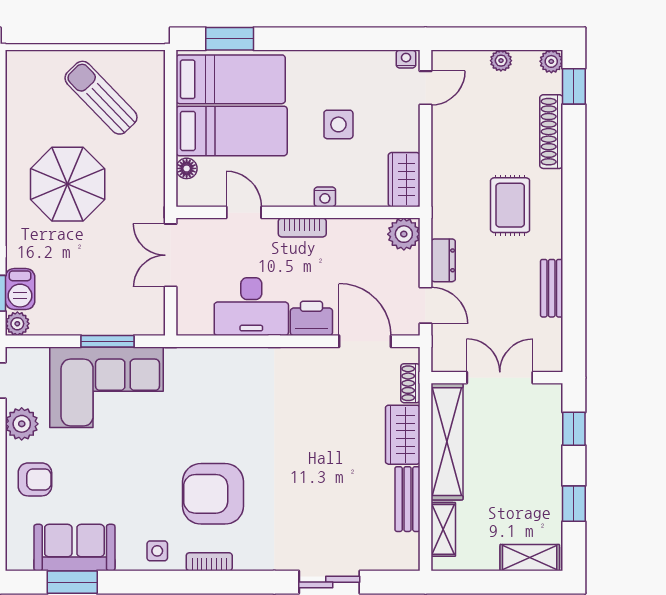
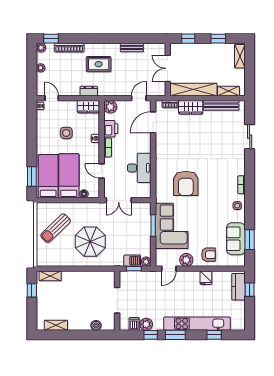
door: (244, 212) -> (102, 171), hinge flipped
dresser: (443, 260) -> (89, 91), moved
printer: (311, 318) -> (111, 129), moved, turned 180
armchair: (35, 479) -> (209, 255), turned 90
armchair: (213, 494) -> (186, 183), moved
bench: (407, 499) -> (221, 105), width x1.36

